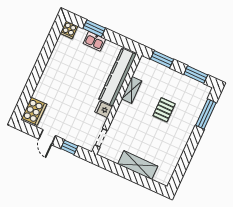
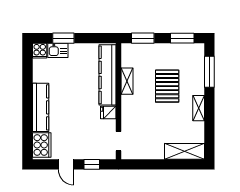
kitchen sink: (94, 41) -> (58, 50), moved
kitchen counter: (48, 79) -> (41, 107), added
pallet: (164, 110) -> (167, 86), width x1.50, depth x1.42
shelving: (182, 141) -> (199, 108), added
shelving: (138, 165) -> (184, 151), moved

